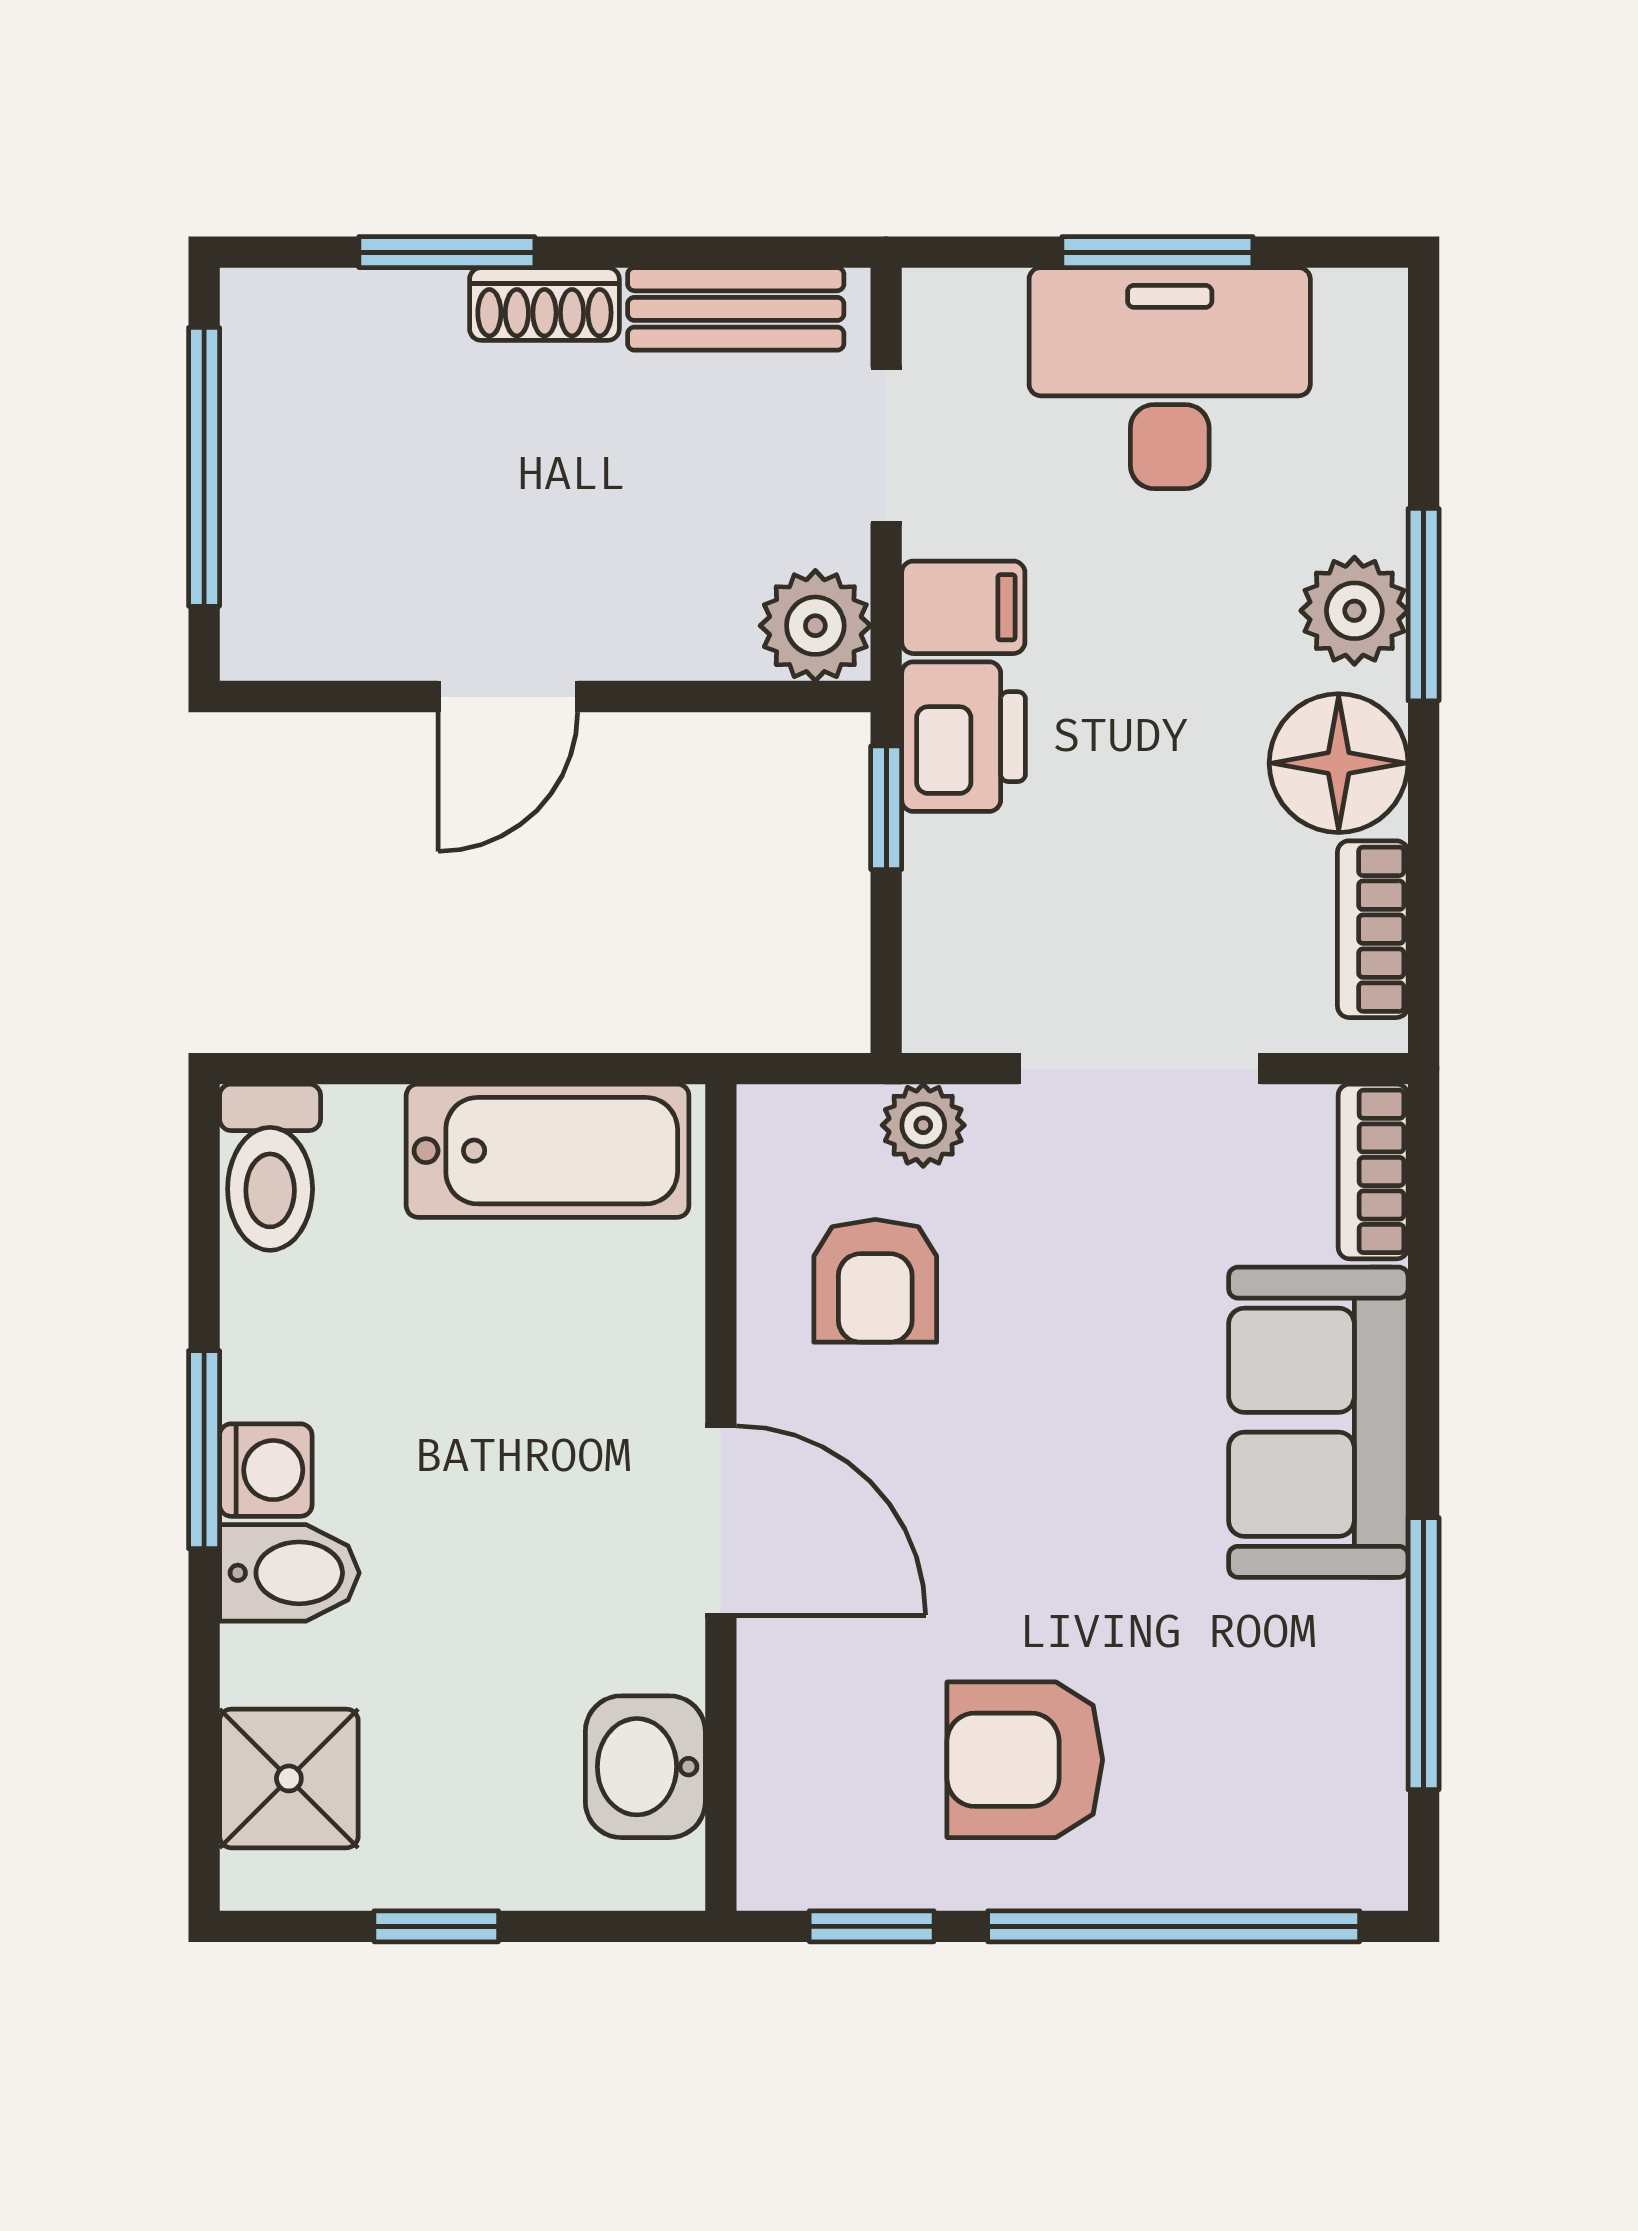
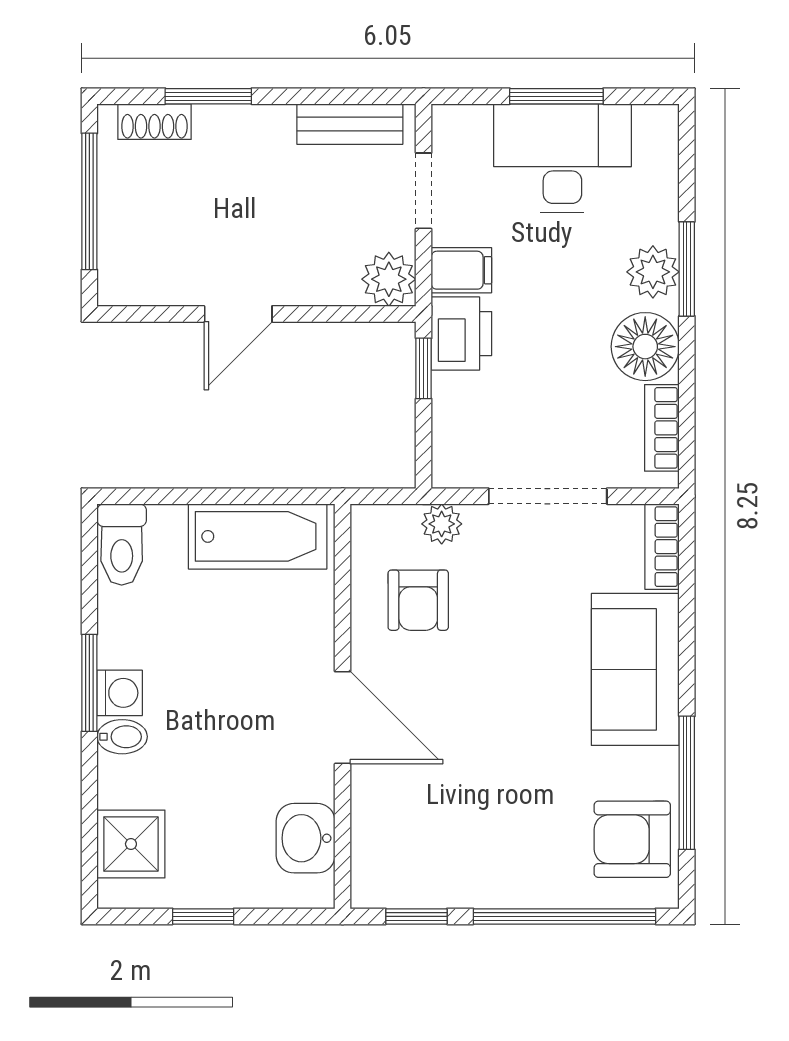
shoe rack: (544, 304) -> (154, 122), moved
bidet: (289, 1573) -> (122, 737), width x0.72, depth x0.74
armchair: (1025, 1760) -> (632, 839), moved

